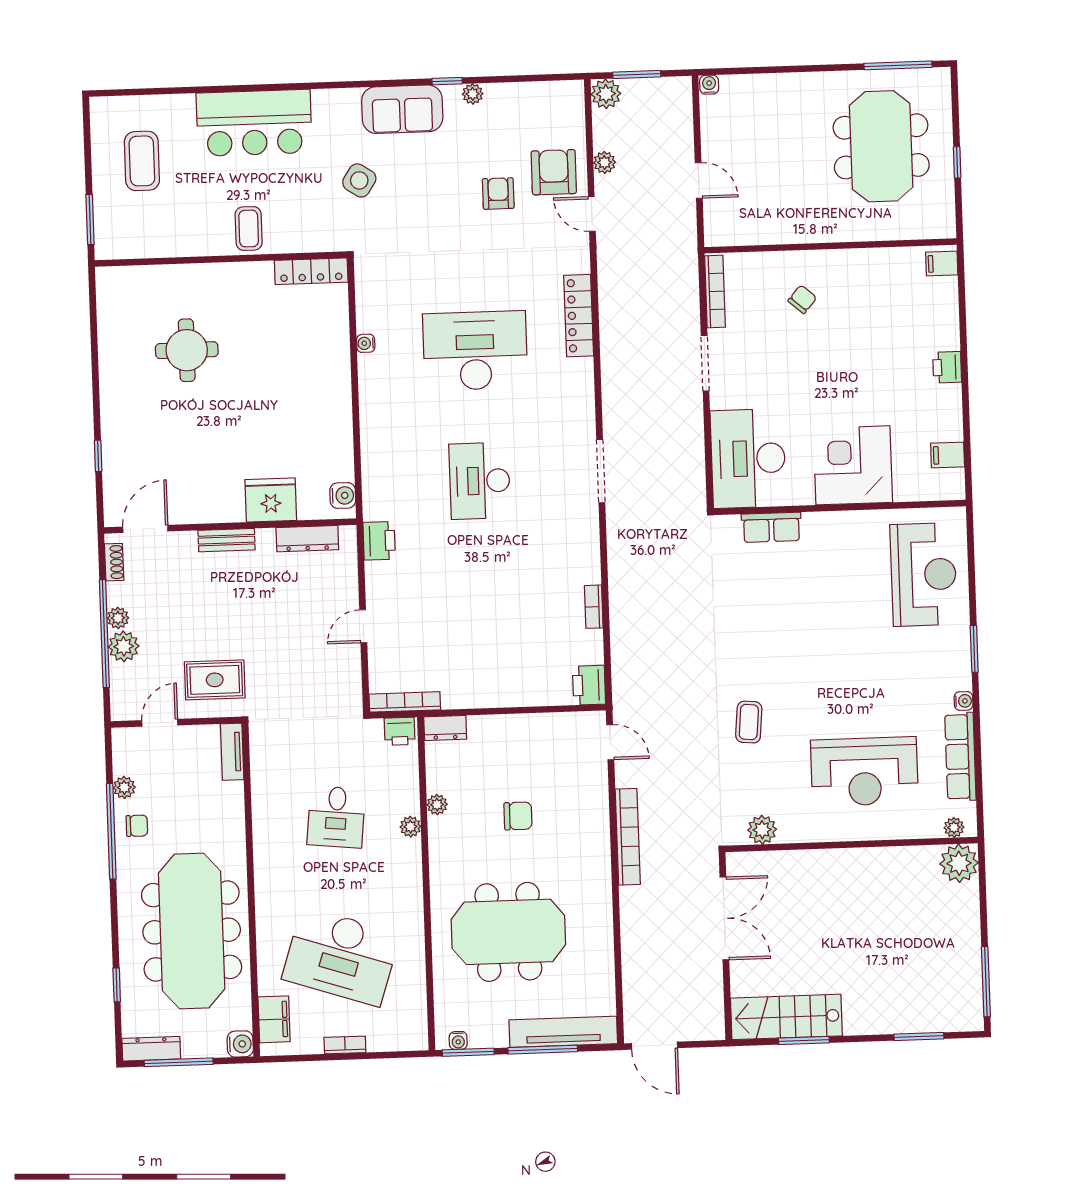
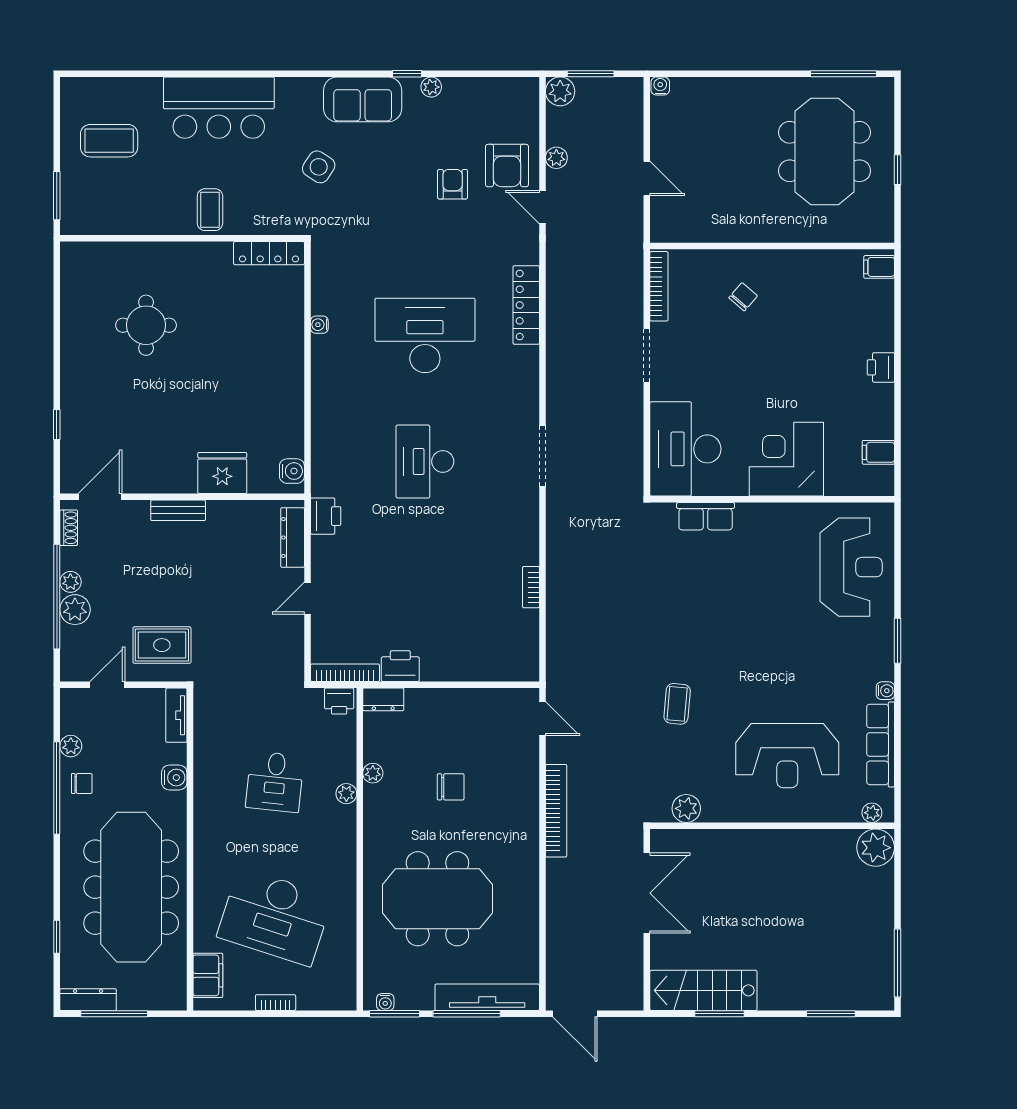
coffee table: (142, 161) -> (109, 141), turned 90
armchair: (554, 172) -> (507, 166), turned 180
dresser: (307, 539) -> (293, 537), moved, turned 90
printer: (589, 685) -> (400, 666), moved, turned 90
water cooler: (240, 1044) -> (174, 778), moved

